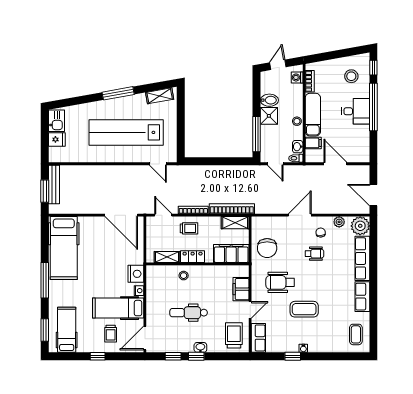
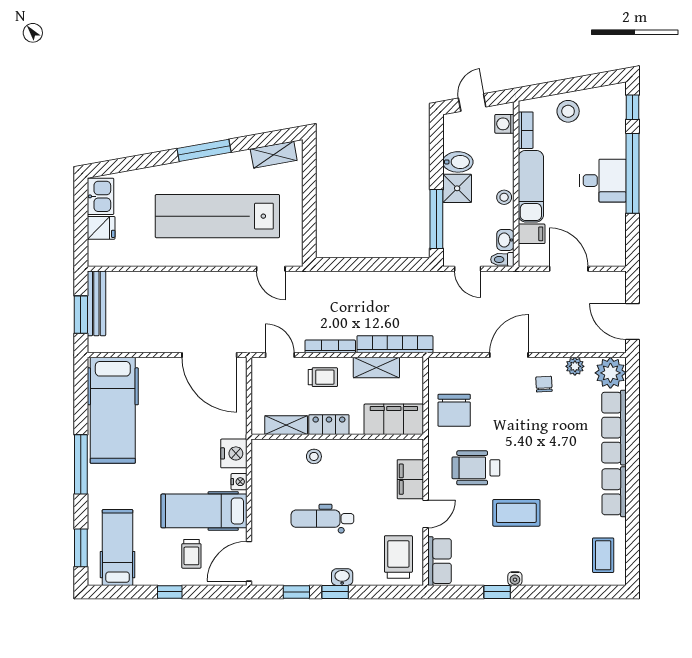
stool: (351, 76) -> (568, 111), moved
shelving: (235, 223) -> (376, 367), moved
wheelchair: (314, 254) -> (534, 420), removed

